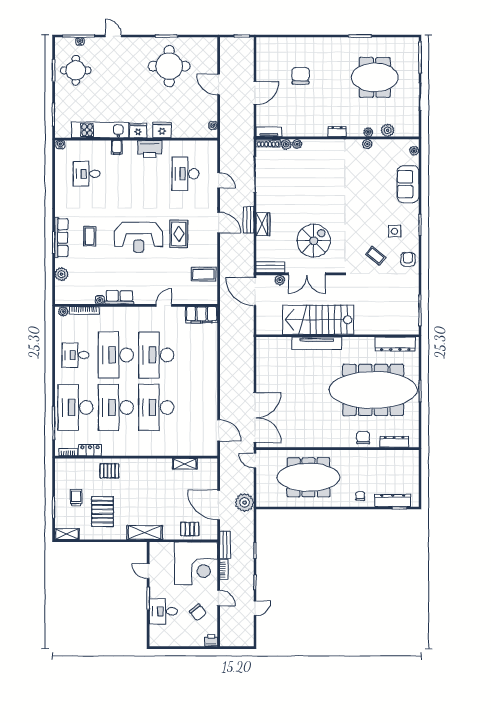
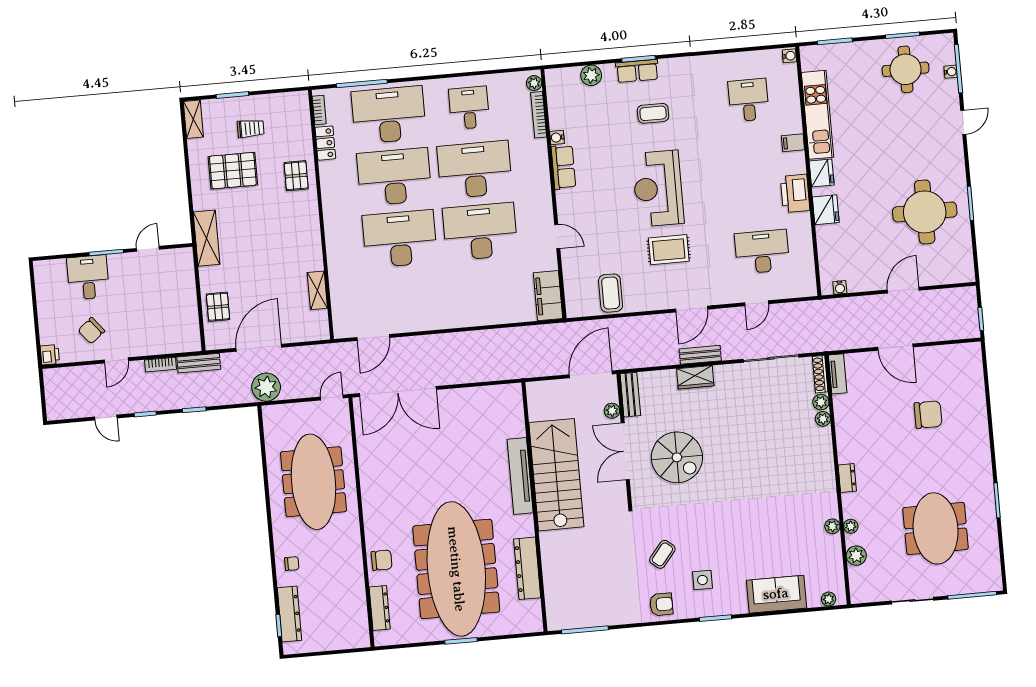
row of seats: (61, 238) -> (637, 71), width x0.68
dresser: (395, 344) -> (527, 568), moved
corner desk: (196, 563) -> (166, 321), removed

